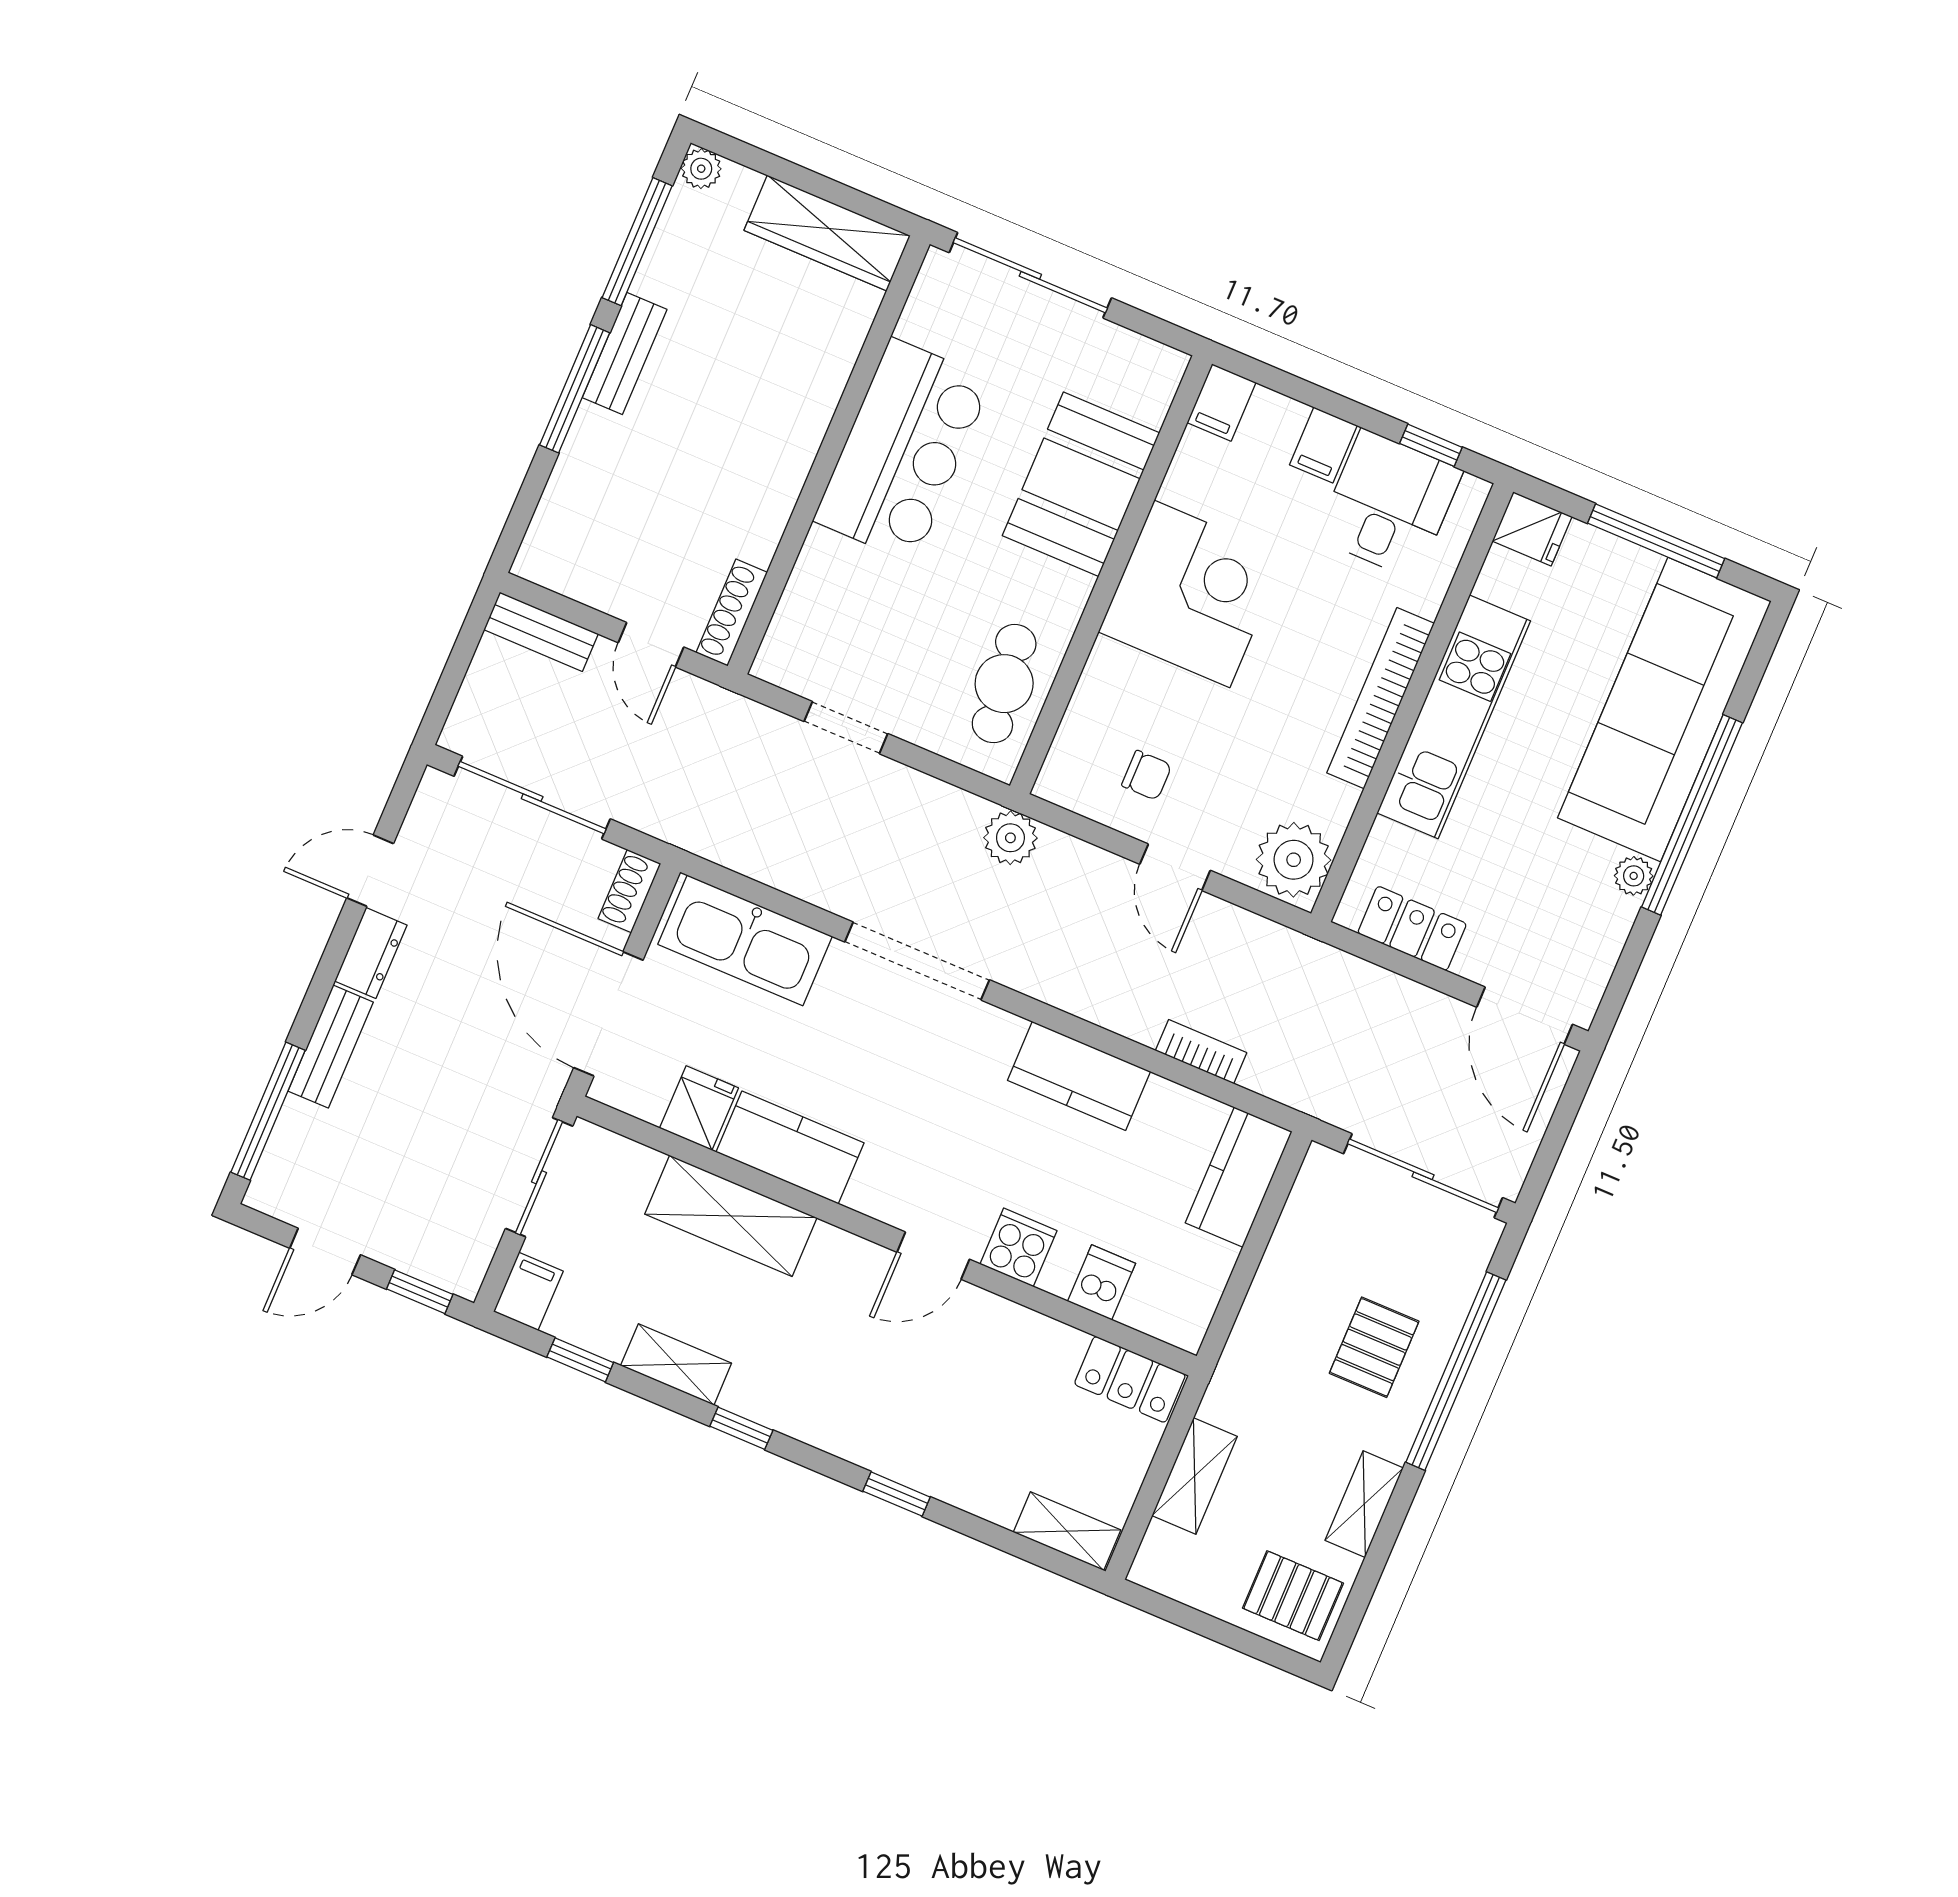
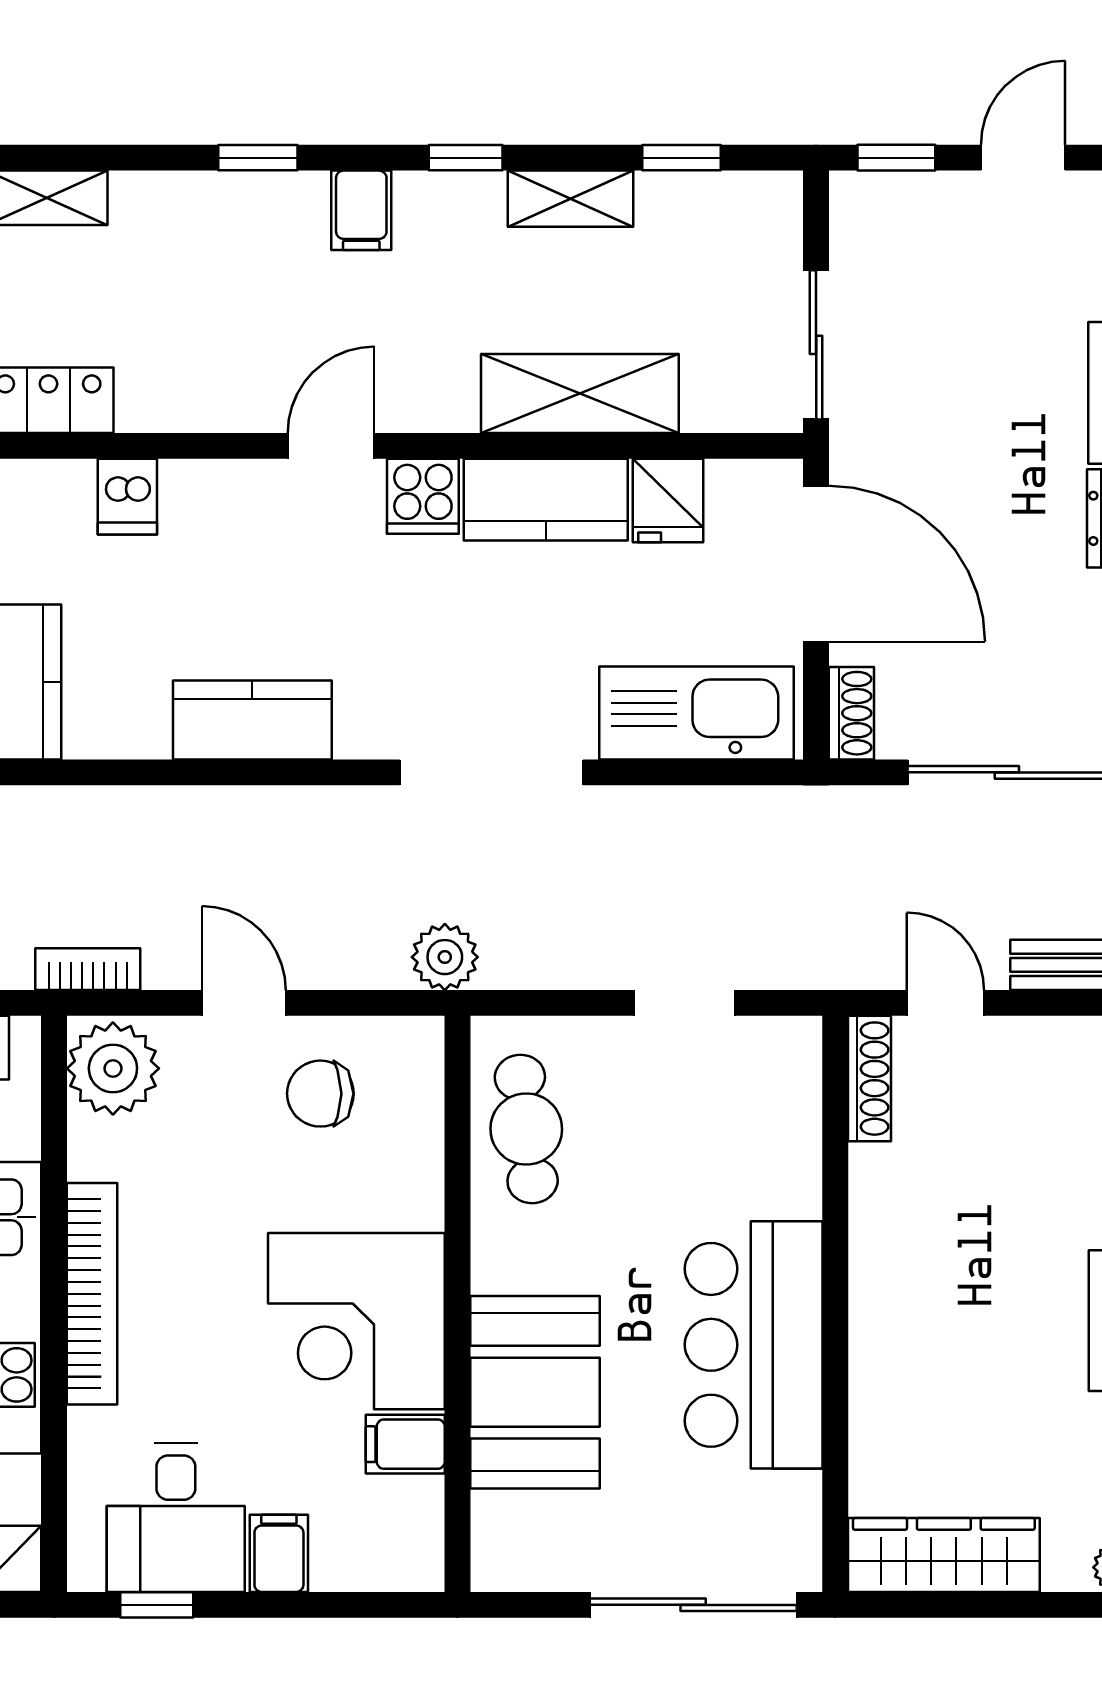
filing cabinet: (1221, 402) -> (405, 1444), moved, turned -90
chair: (1147, 775) -> (320, 1094), width x1.37, depth x1.37
bookcase: (1201, 1052) -> (88, 969), moved, turned 180
cooker: (1018, 1247) -> (423, 496), moved
filing cabinet: (528, 1291) -> (361, 210), moved

